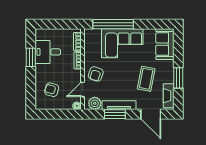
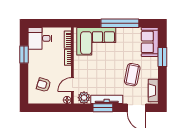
window: (113, 24) -> (120, 23), moved
corner sofa: (122, 43) -> (96, 41), moved
desk: (48, 52) -> (40, 38), moved
armchair: (96, 74) -> (85, 70), removed
window: (178, 78) -> (162, 57), moved

